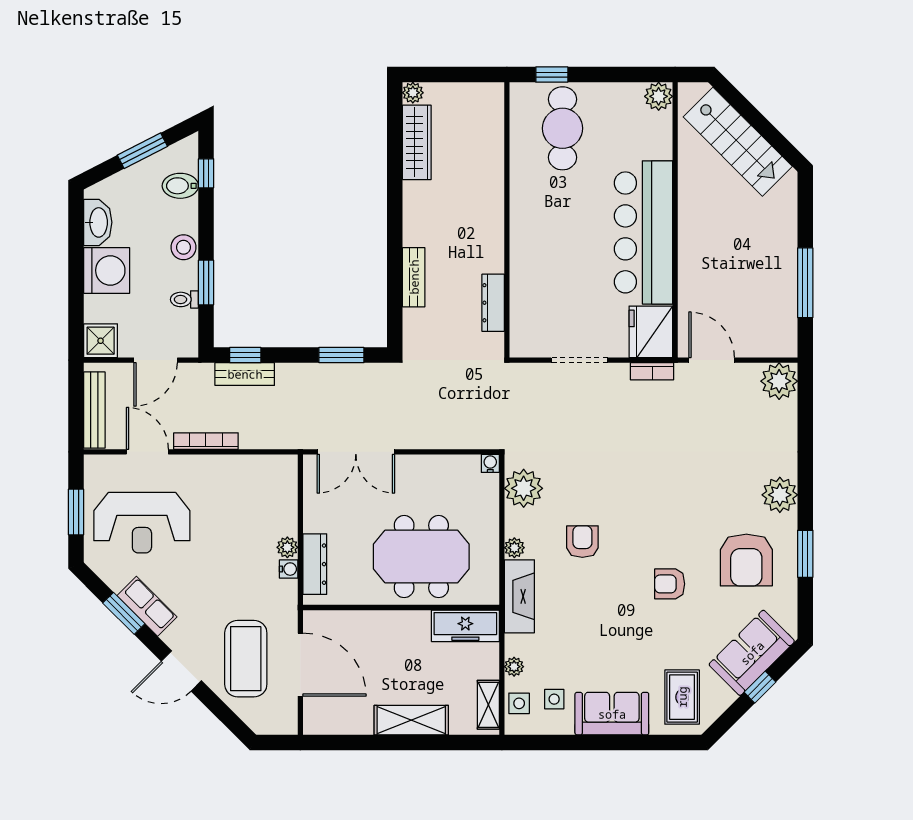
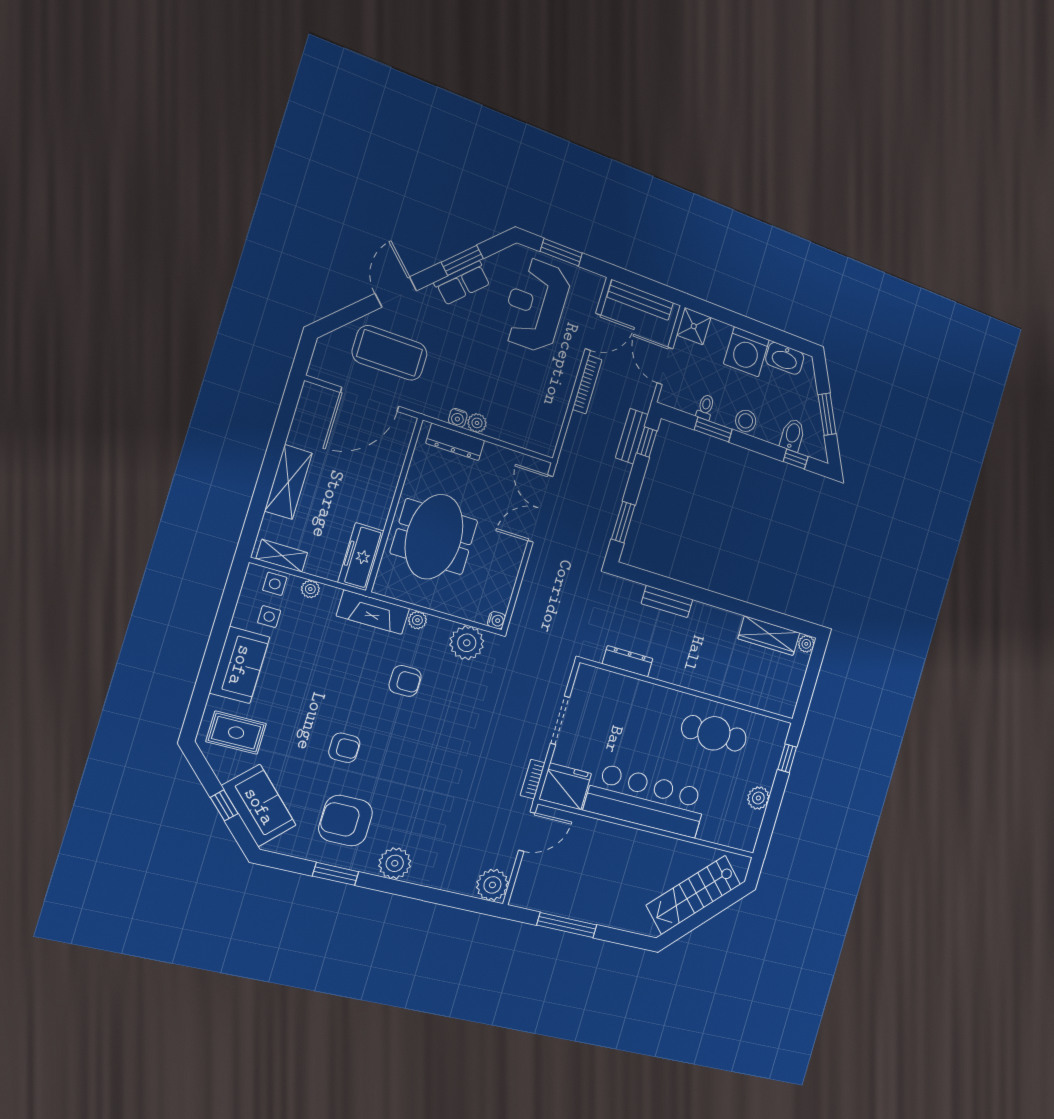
plant: (659, 96) -> (758, 798), moved
cafe table: (562, 128) -> (714, 733), moved
armchair: (670, 584) -> (344, 748), turned 90

